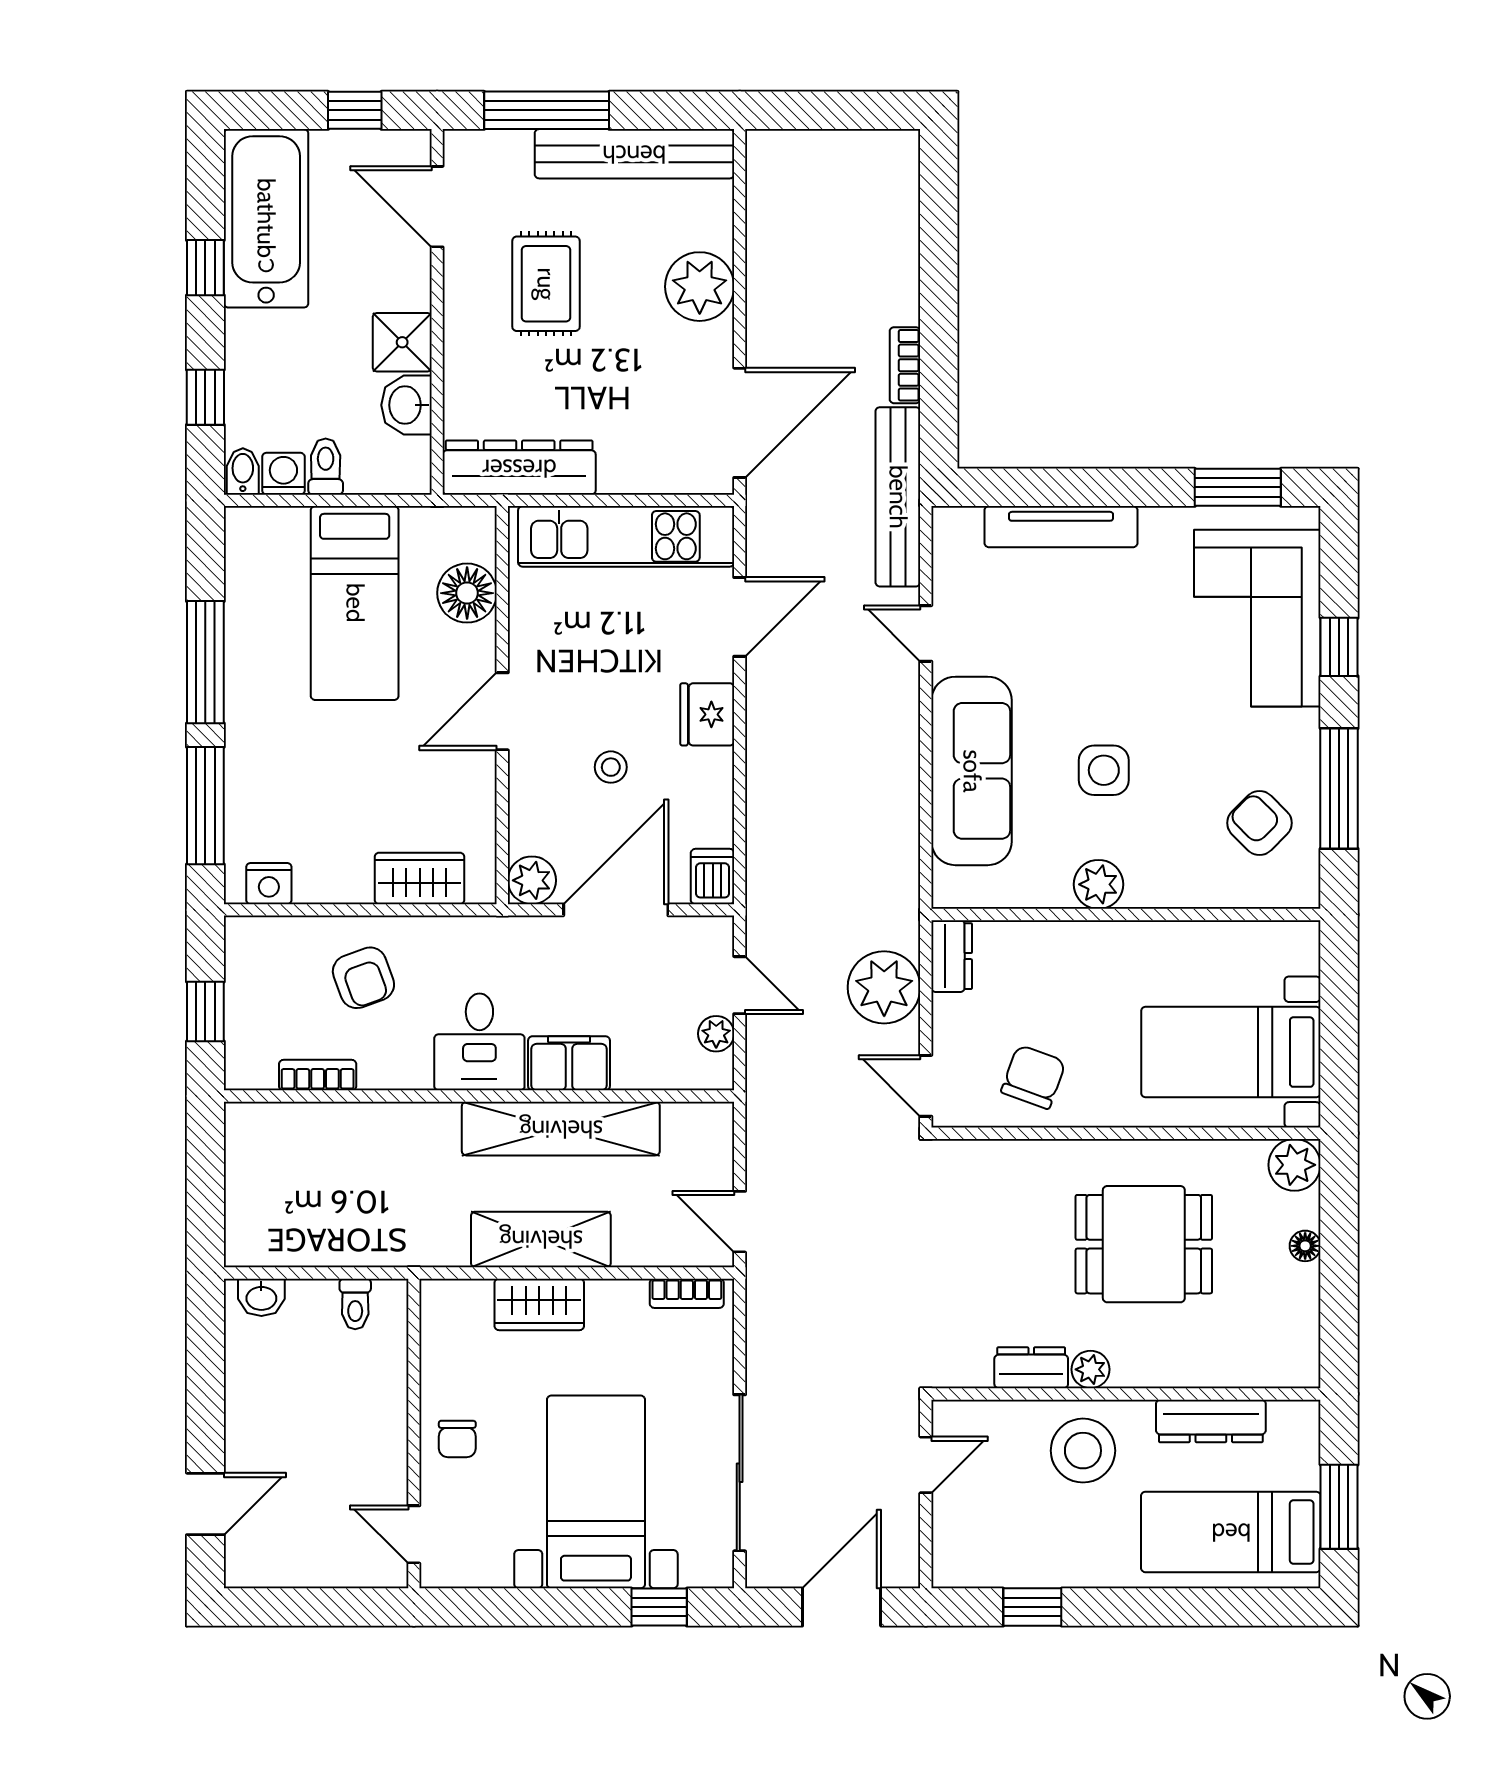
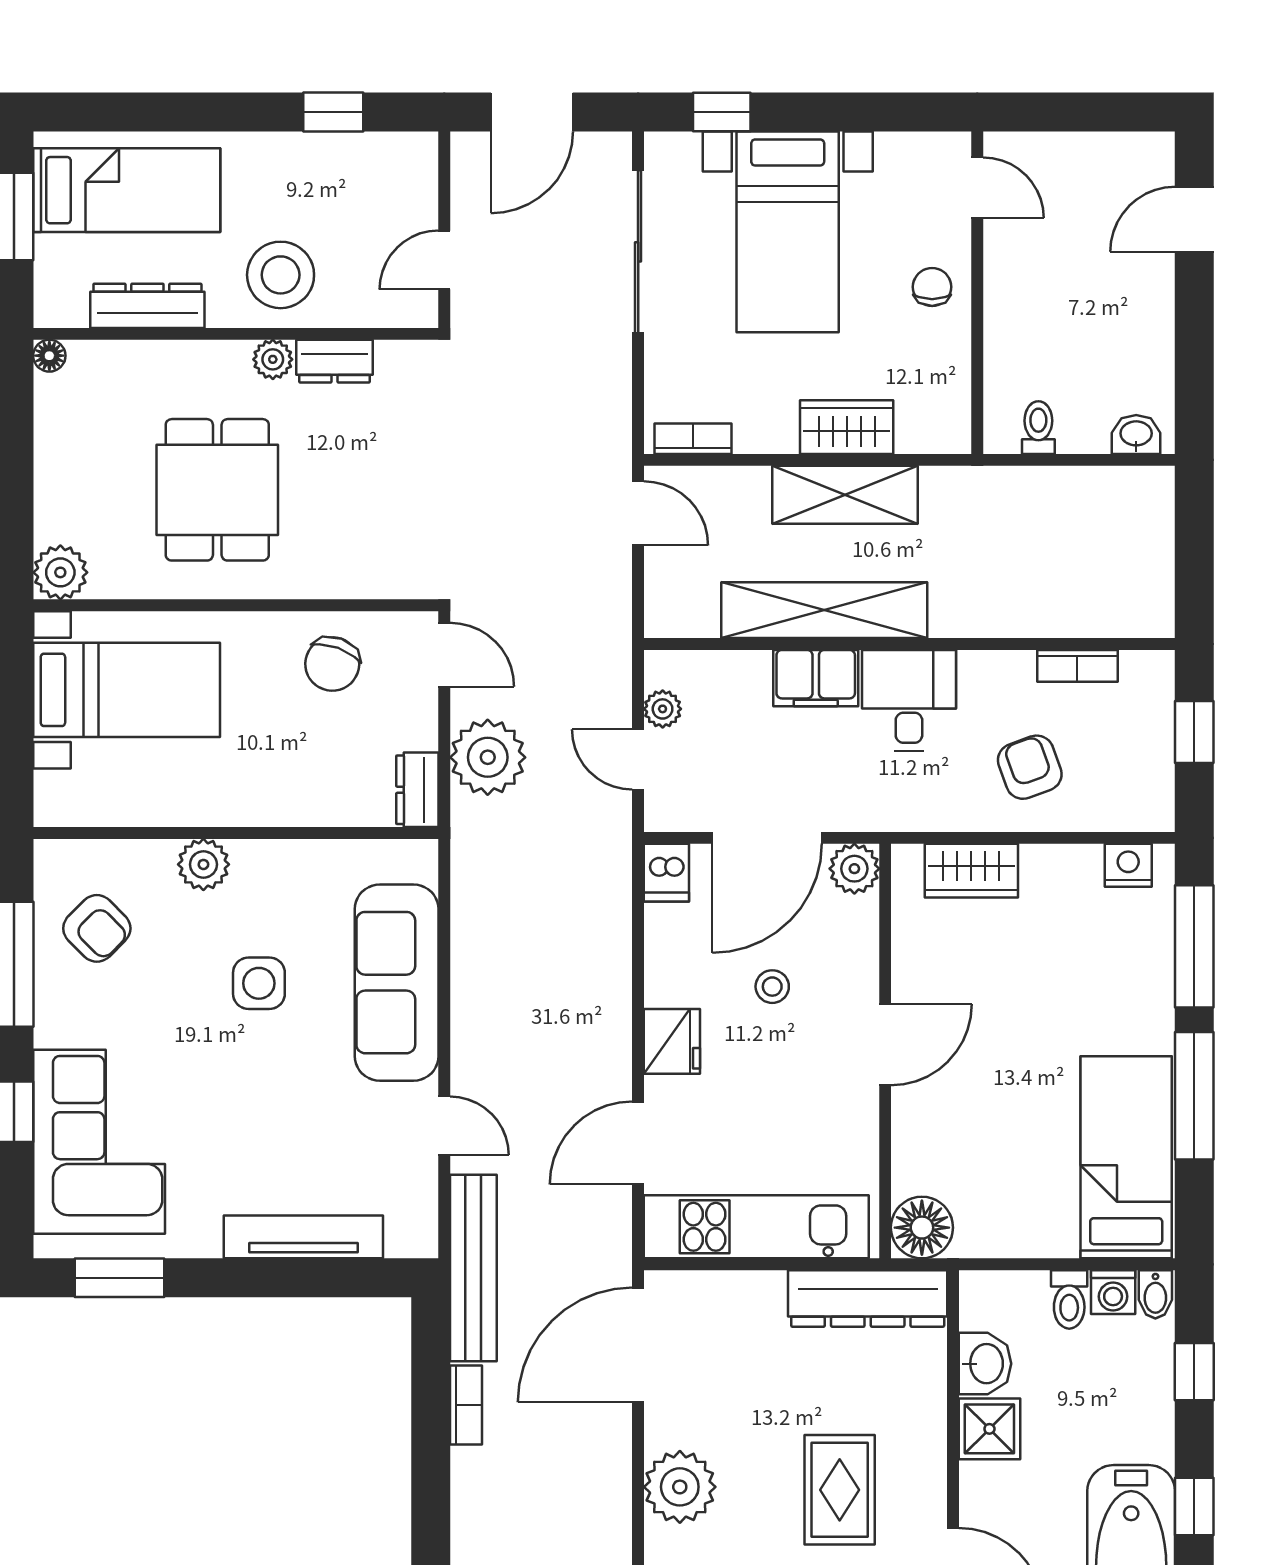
floor lamp: (467, 593) -> (922, 1228), moved
bed: (355, 603) -> (1126, 1157), moved
plant: (1098, 884) -> (203, 864), moved
dining table: (1144, 1244) -> (217, 490), turned 90
floor lamp: (1305, 1246) -> (49, 356), moved

